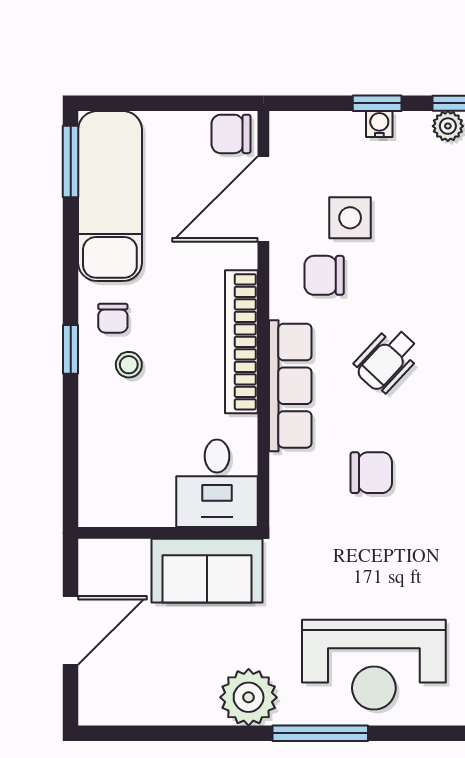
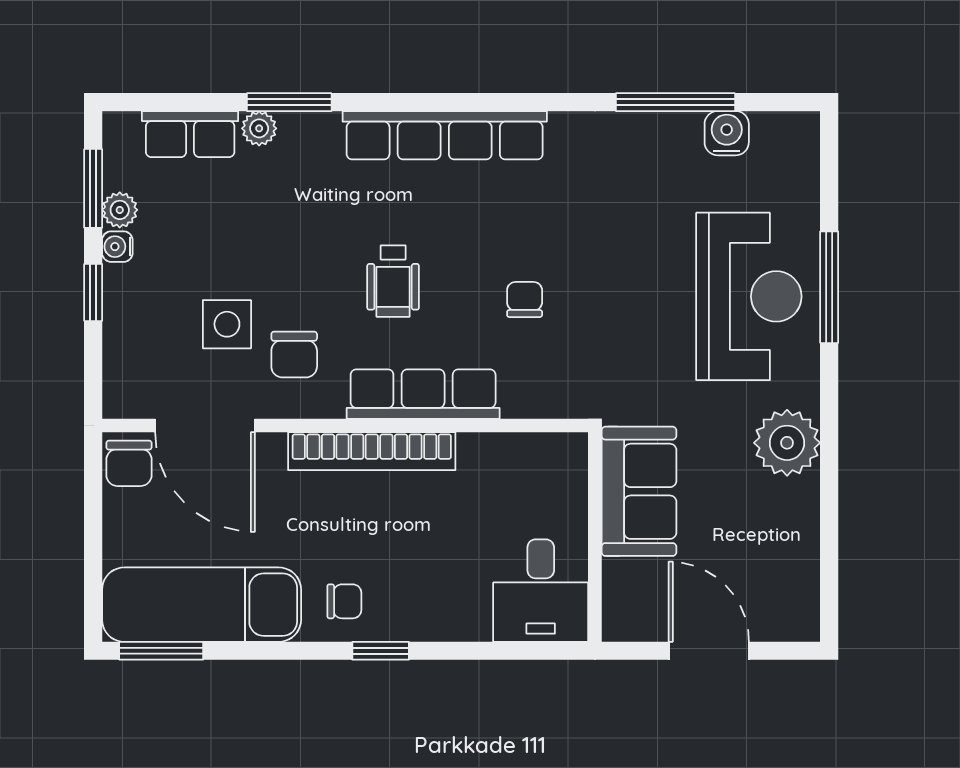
water cooler: (379, 124) -> (117, 247), moved
wheelchair: (387, 360) -> (393, 281), turned 47
stool: (129, 365) -> (399, 583), removed
chair: (371, 473) -> (525, 299), width x0.73, depth x0.73
desk: (217, 483) -> (541, 591), moved, turned 90
window: (320, 733) -> (829, 287), moved

